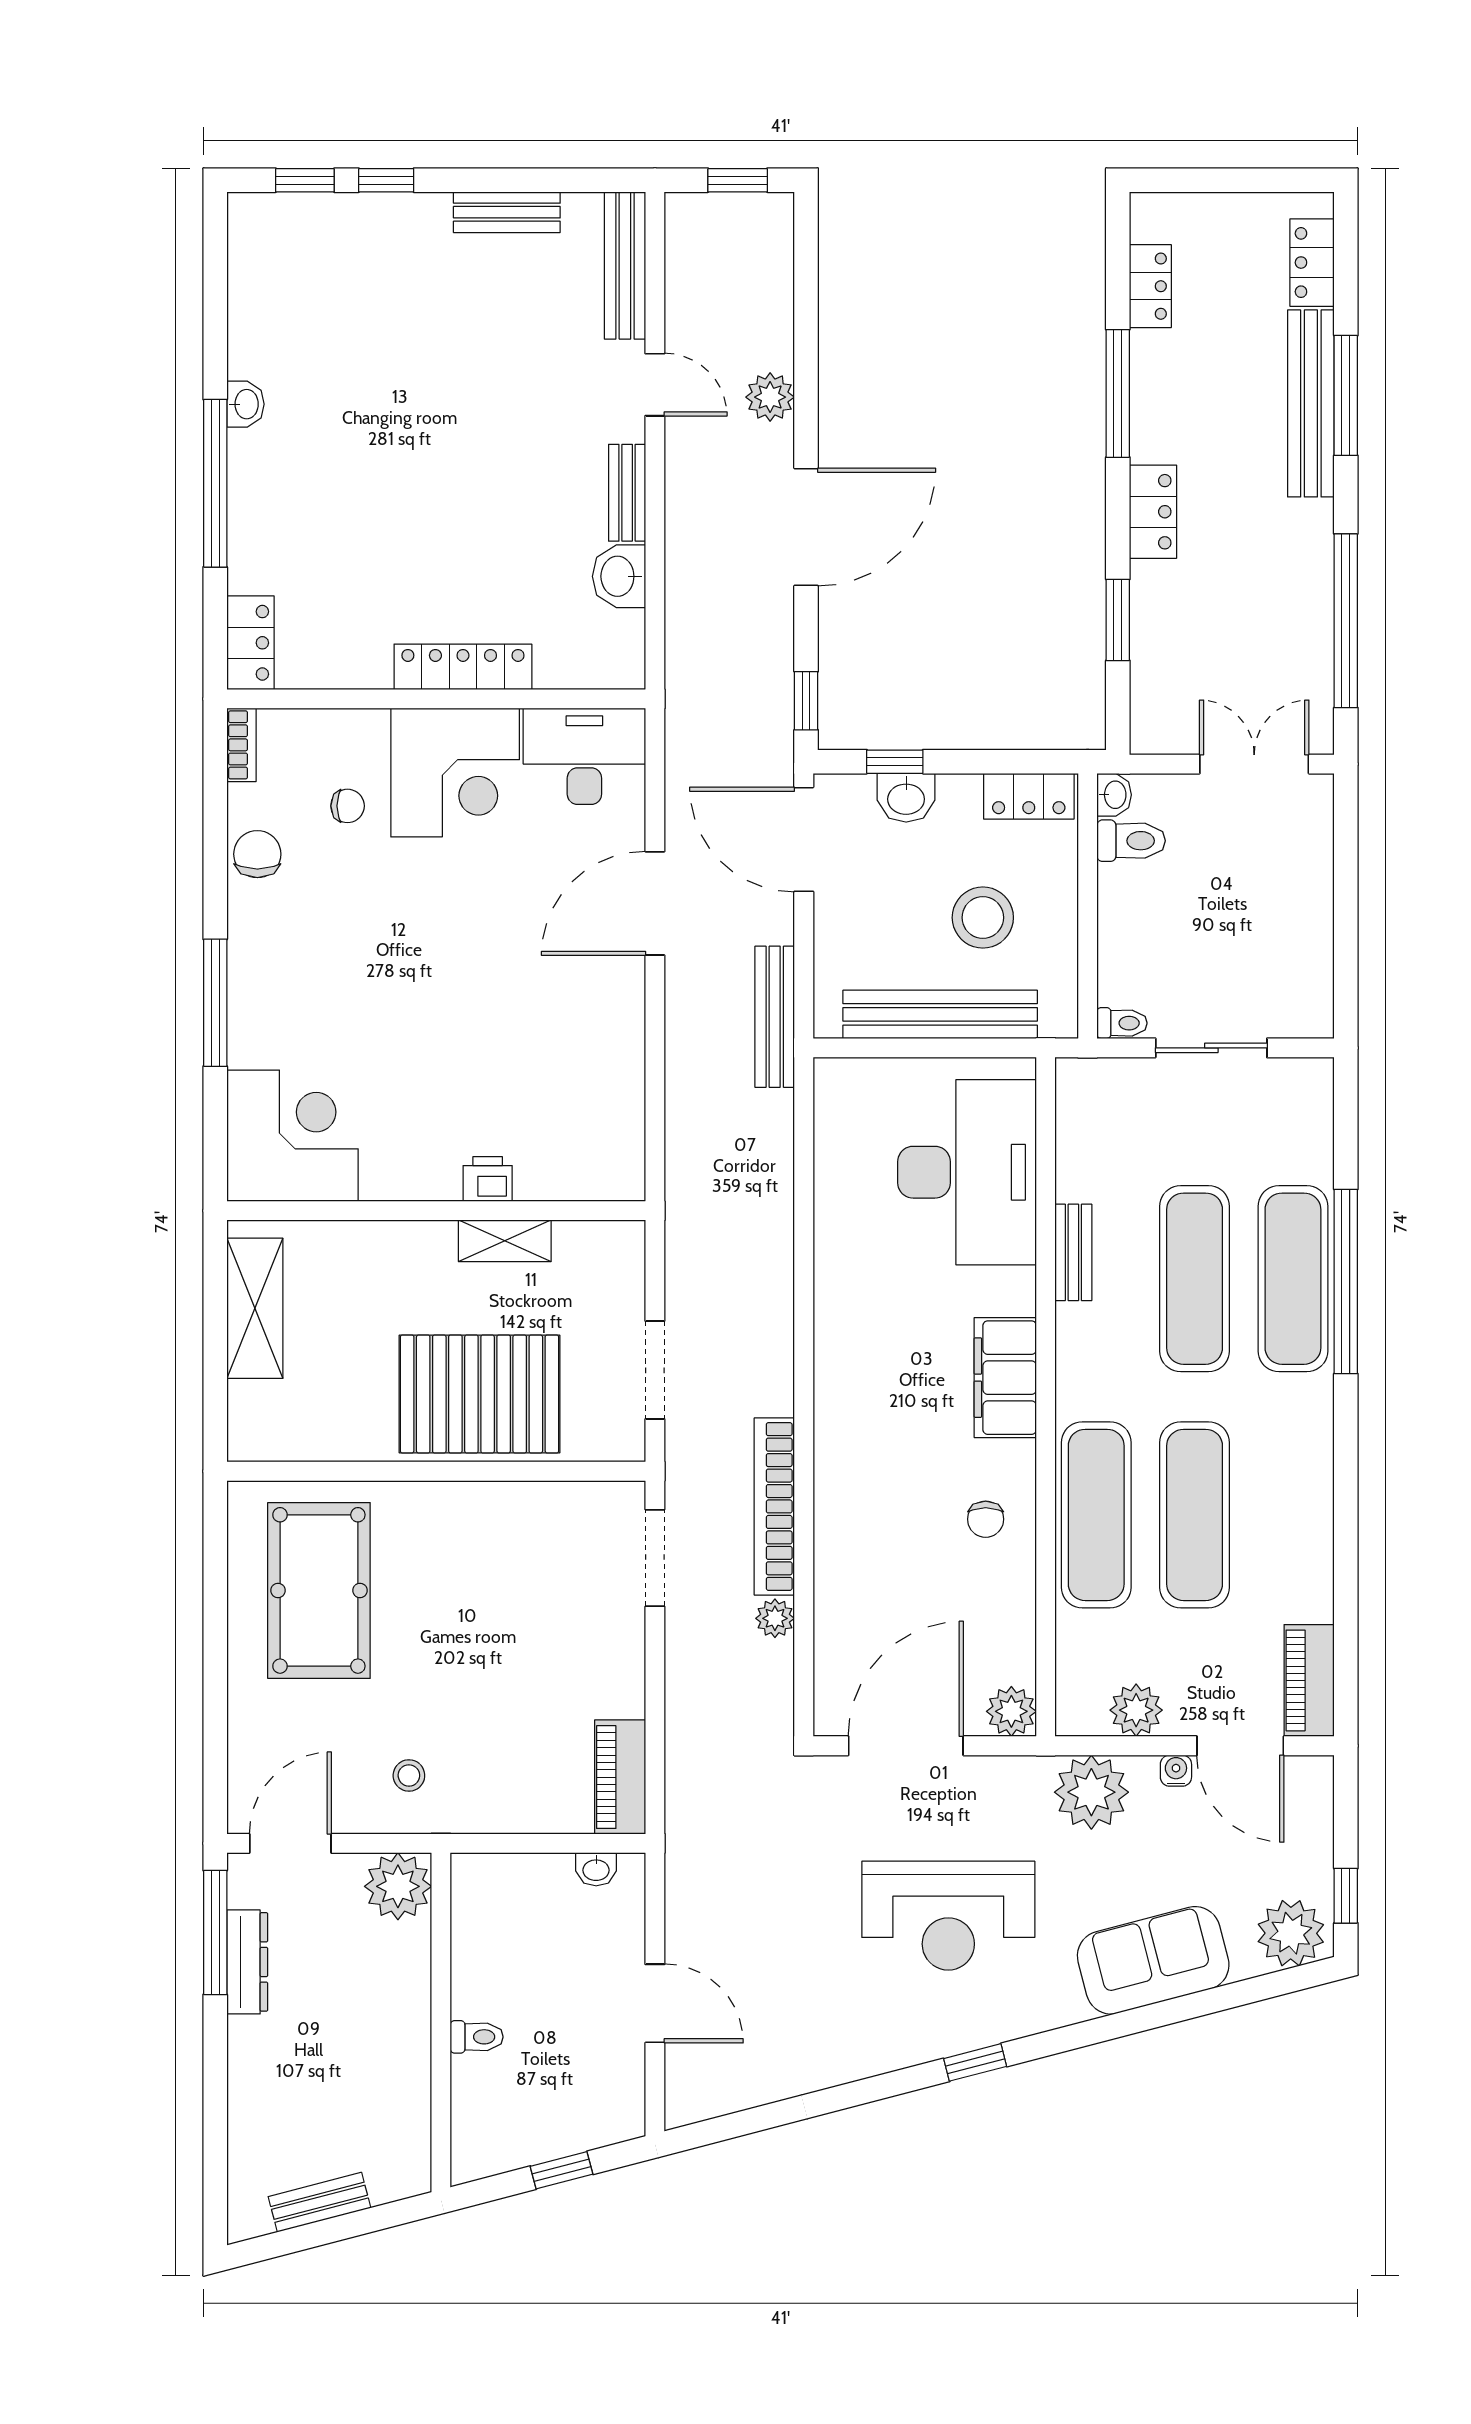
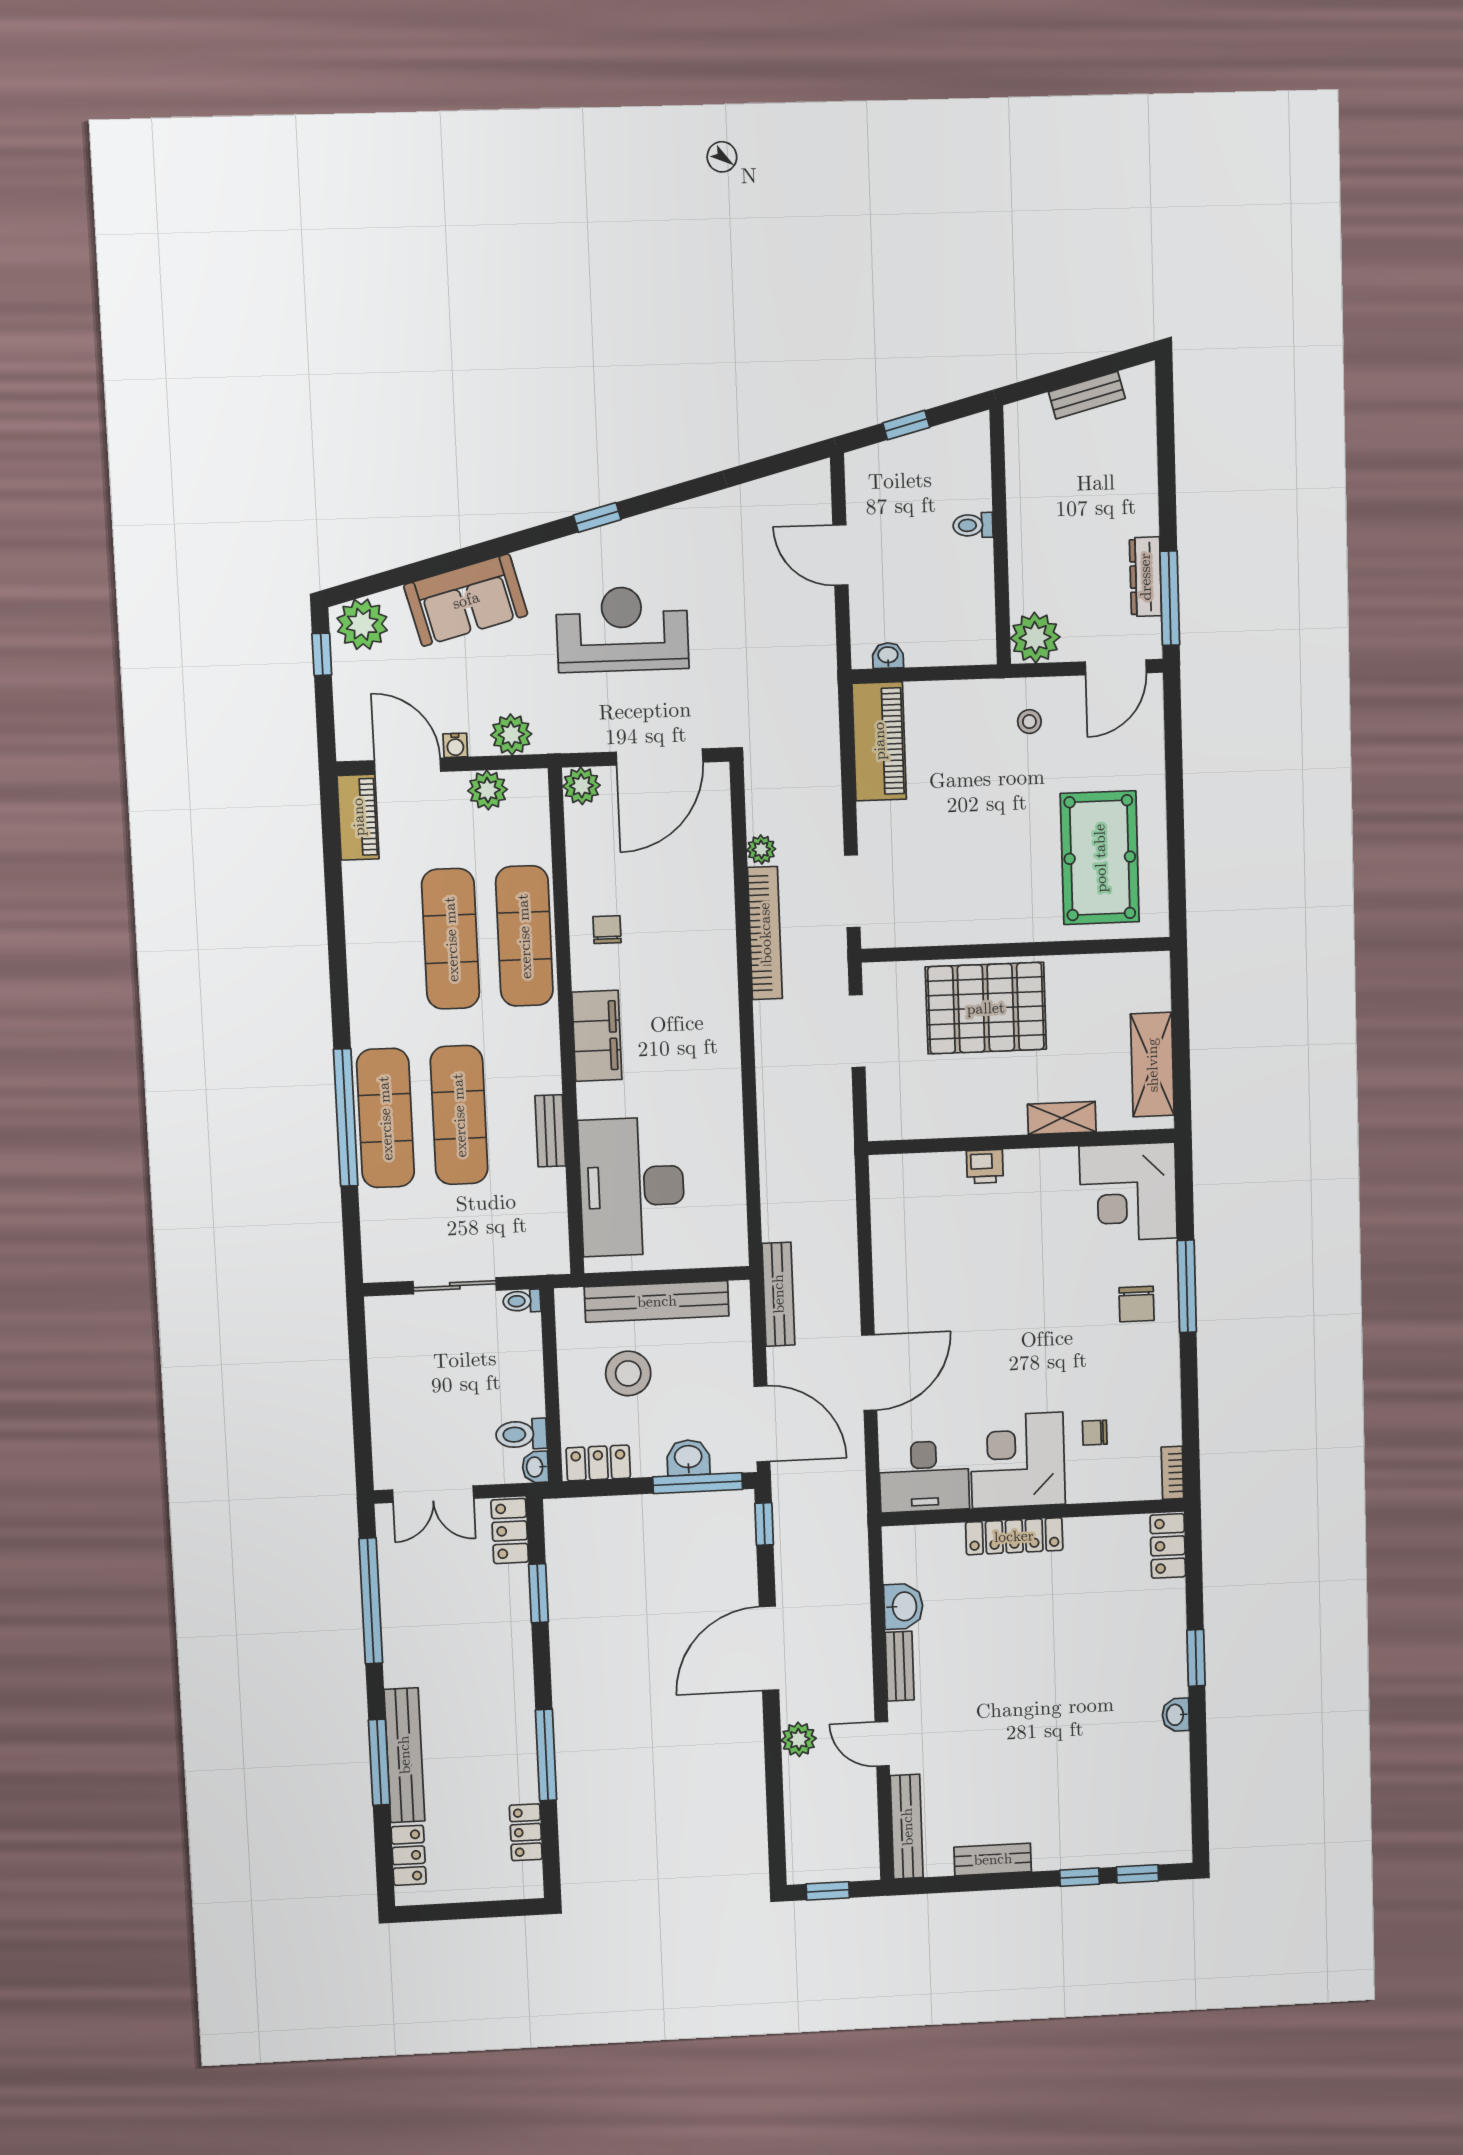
window: (215, 483) -> (1196, 1658), width x0.47
locker: (1153, 512) -> (510, 1531), moved
window: (895, 762) -> (698, 1483), width x2.17
chair: (257, 854) -> (1137, 1304), moved
shelving: (505, 1241) -> (1062, 1118), moved
piano: (620, 1777) -> (879, 741), width x1.37, depth x1.33
plant: (1091, 1792) -> (511, 734), width x0.73, depth x0.73

